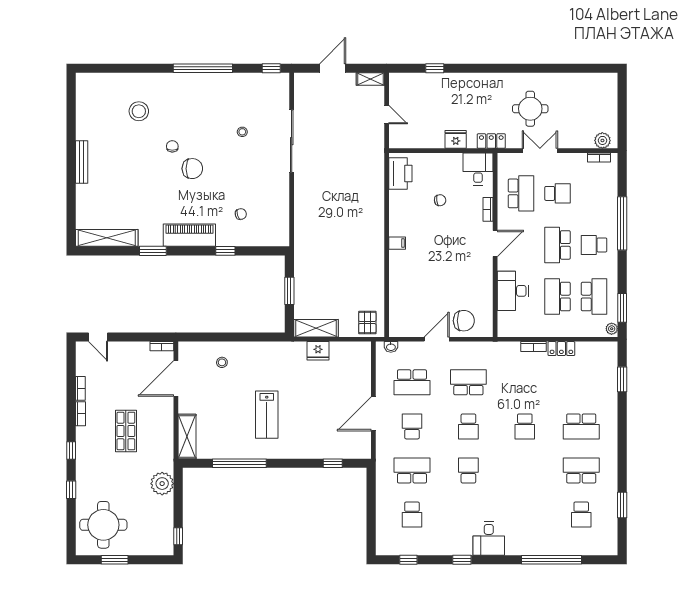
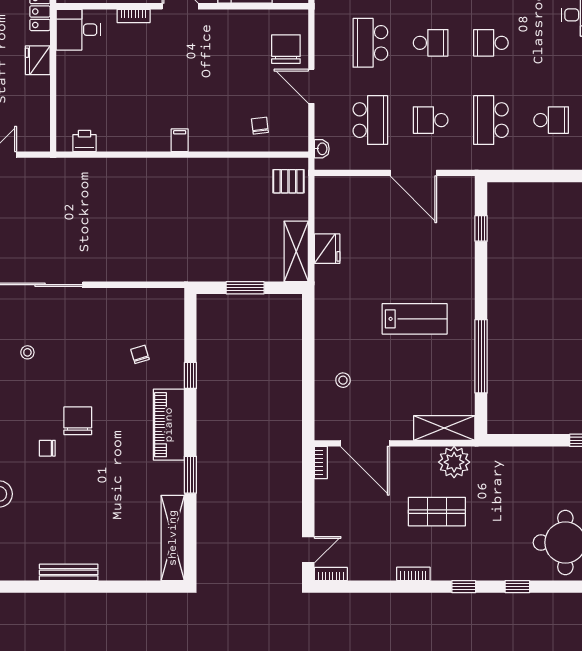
printer: (400, 174) -> (84, 141), width x0.53, depth x0.68
chair: (440, 200) -> (260, 126), moved
bookcase: (80, 388) -> (331, 574), moved
plant: (162, 484) -> (454, 462), moved

